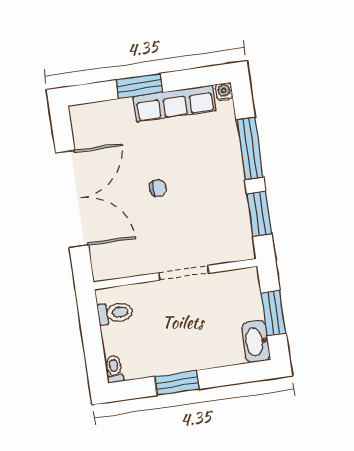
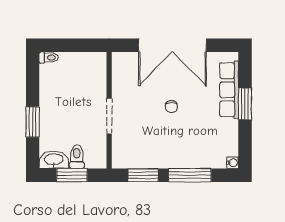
row of seats: (175, 104) -> (229, 90), moved
toilet: (115, 313) -> (77, 156), moved, turned 180
window: (177, 383) -> (33, 122), moved

